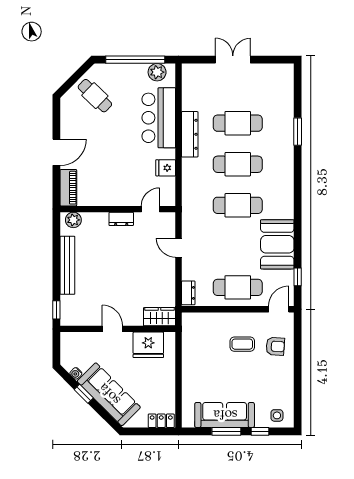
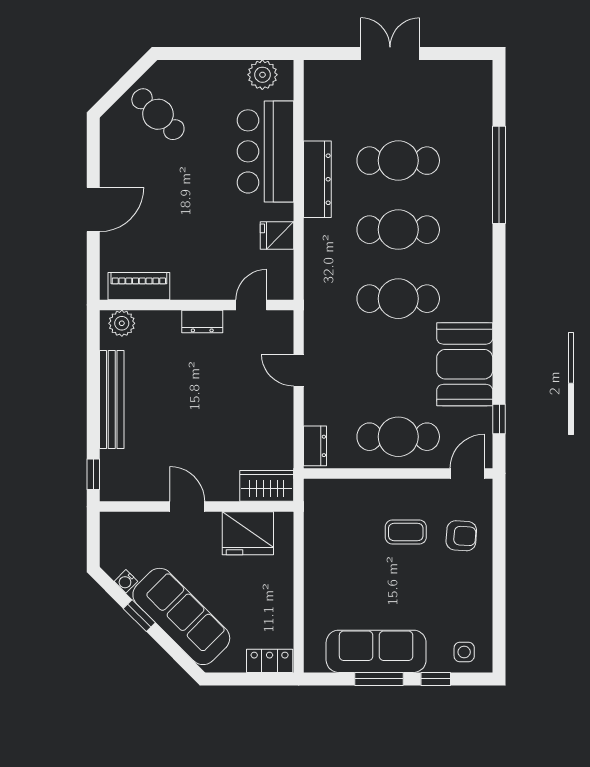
window: (135, 60) -> (226, 54), removed
window: (298, 132) -> (499, 175), width x2.11
piano: (68, 188) -> (139, 286), moved, turned -90

